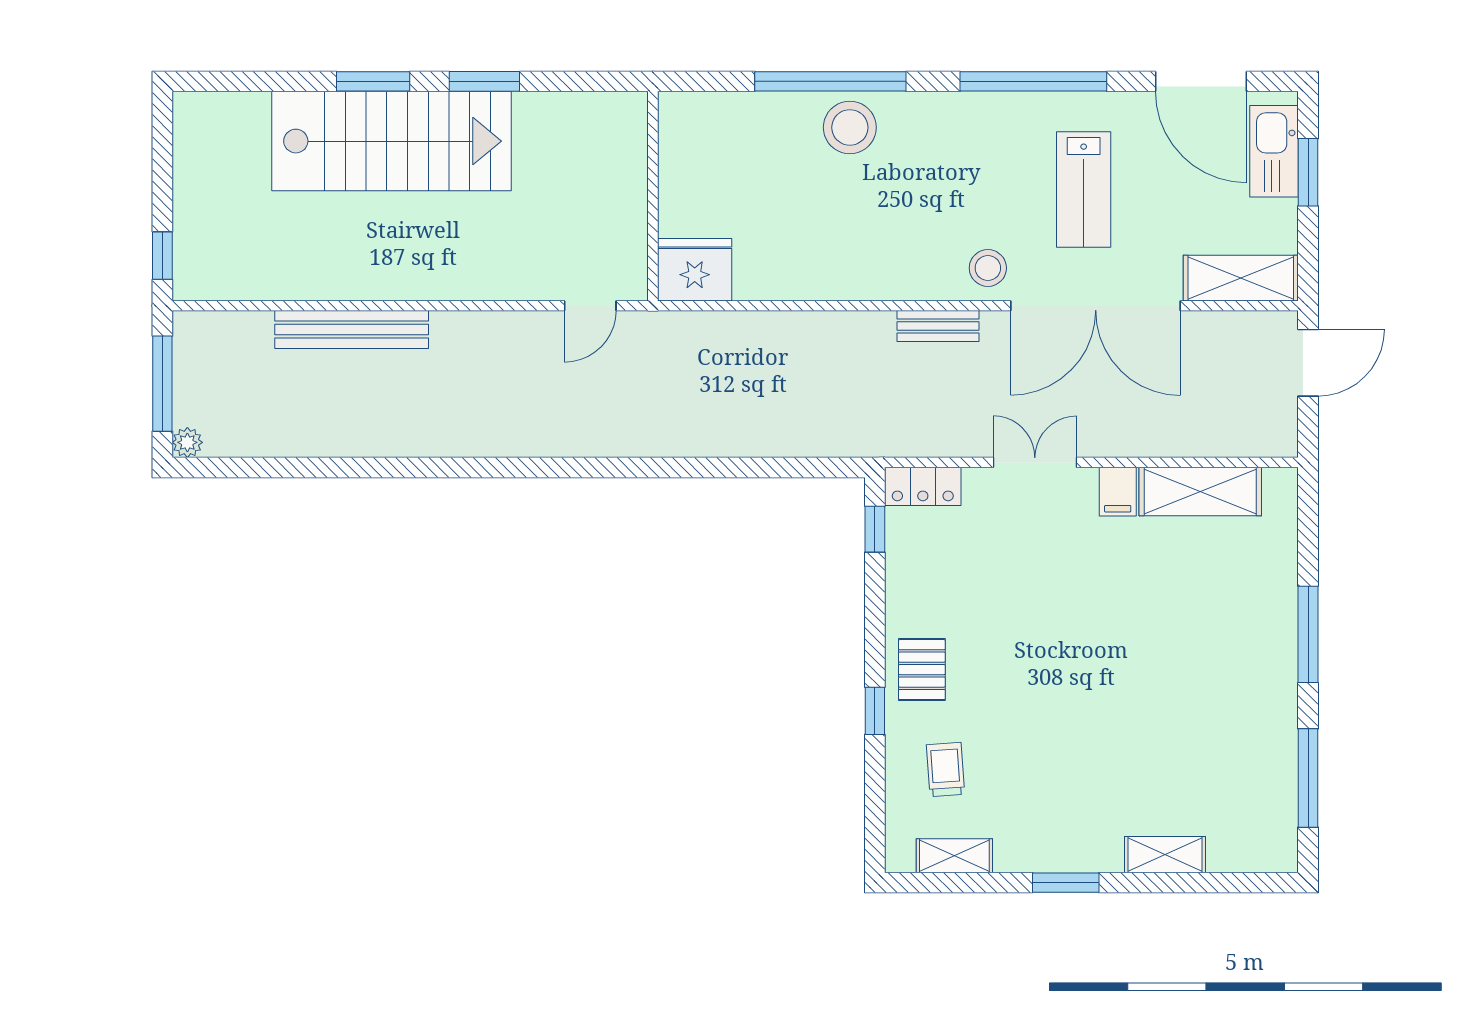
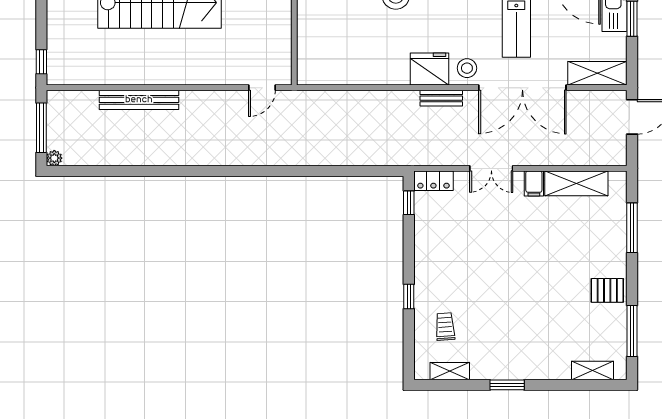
fridge: (695, 270) -> (430, 69), moved
double door: (1035, 462) -> (491, 168), swing flipped
window: (1308, 634) -> (632, 228), moved
pallet: (922, 670) -> (607, 290), moved, turned 90
shelving: (1165, 855) -> (593, 371), moved

